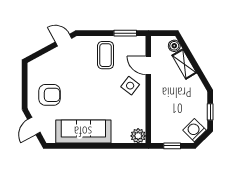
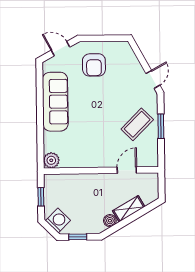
window: (125, 33) -> (161, 126), moved
boiler: (174, 46) -> (110, 221), moved
coffee table: (106, 55) -> (137, 124), turned -45
side table: (130, 86) -> (105, 151), removed

